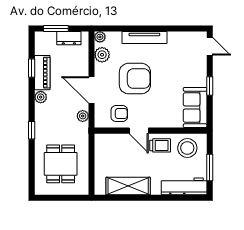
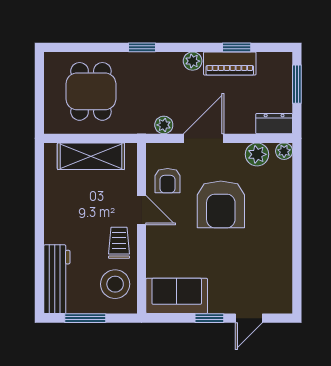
tv unit: (144, 37) -> (283, 219), removed
dresser: (69, 38) -> (274, 124), moved, turned 90
door: (210, 46) -> (249, 318), moved
door: (139, 131) -> (142, 210), swing flipped
trolley: (160, 145) -> (119, 243), turned 180
dining table: (61, 164) -> (91, 91), turned 90
shelving: (128, 186) -> (91, 156), moved, turned 90

